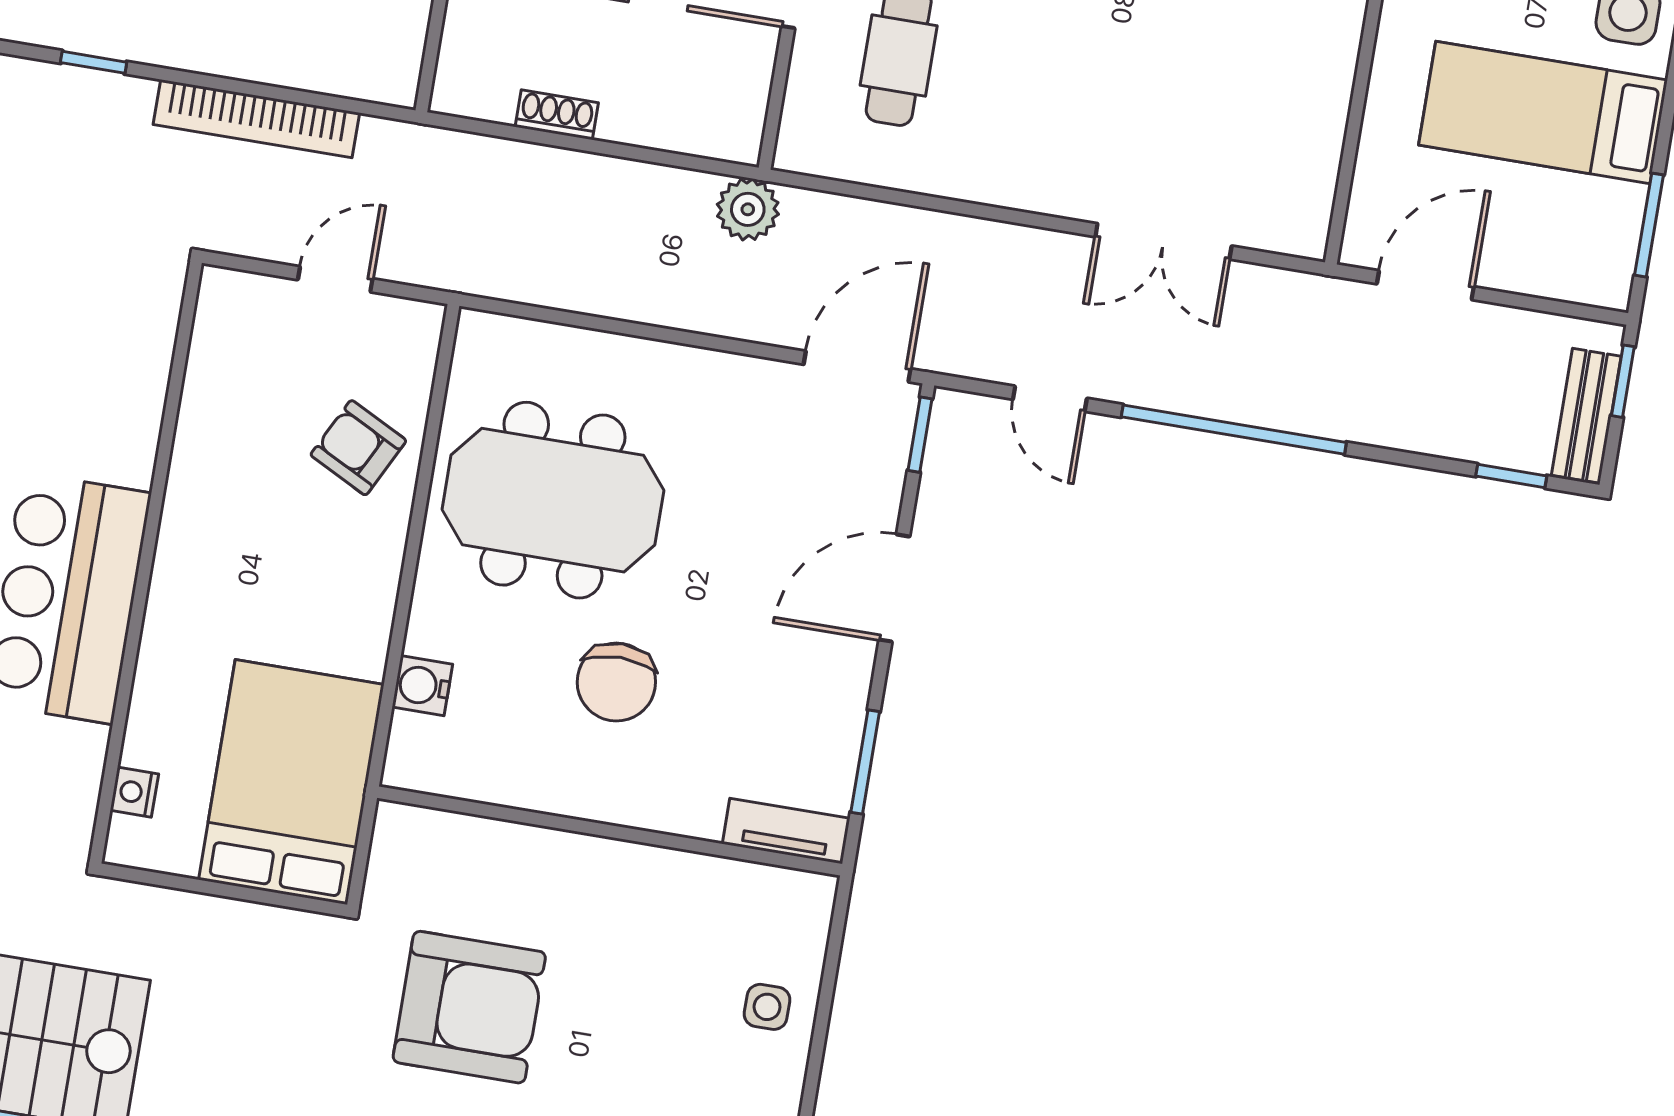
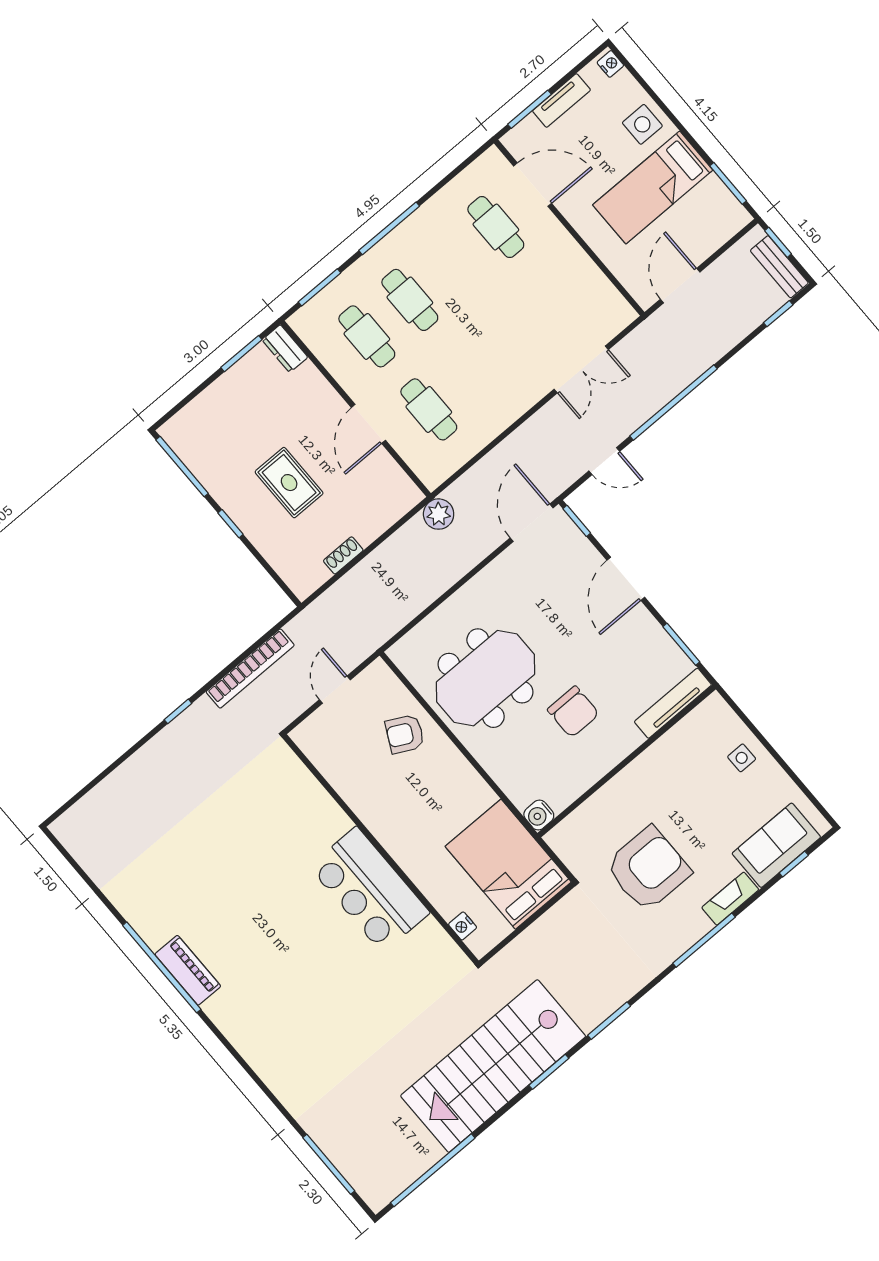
water cooler: (422, 686) -> (539, 815), moved
tv unit: (786, 831) -> (673, 703), width x1.41

